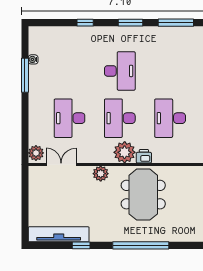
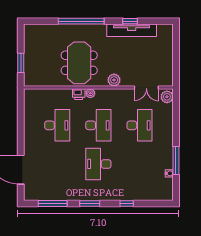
plant: (125, 152) -> (90, 93), width x0.53, depth x0.53
tv unit: (59, 234) -> (132, 30), moved

